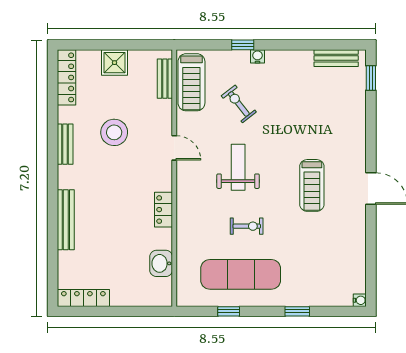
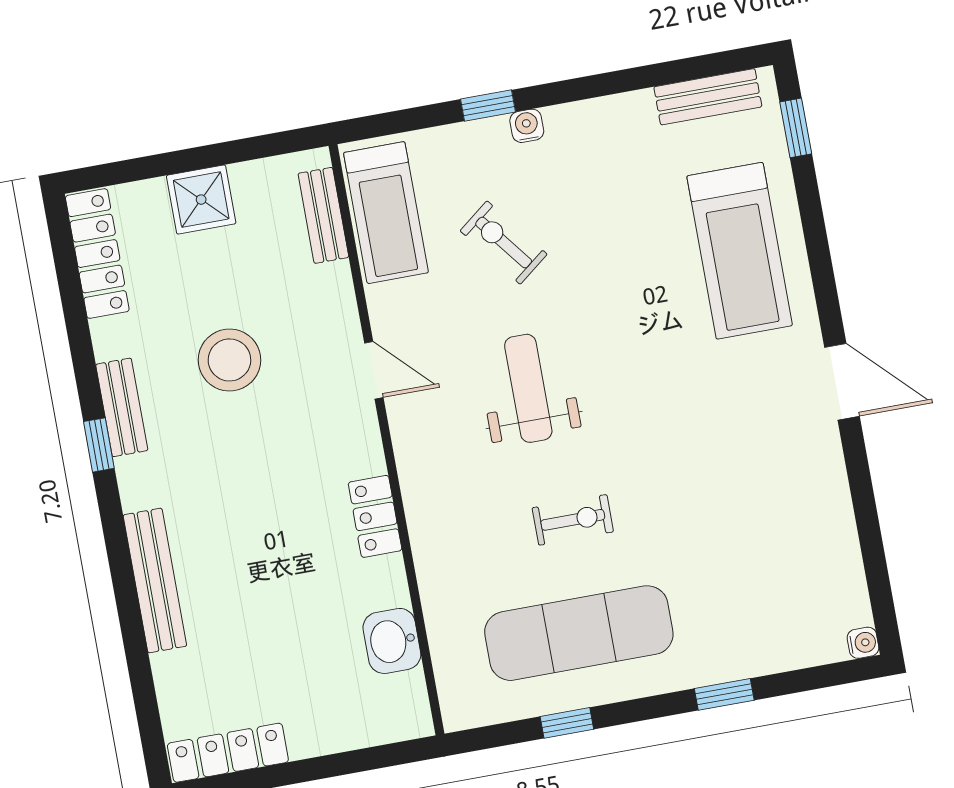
window: (53, 158) -> (99, 445), added
treadmill: (312, 185) -> (740, 251), moved, width x1.37, depth x1.38

